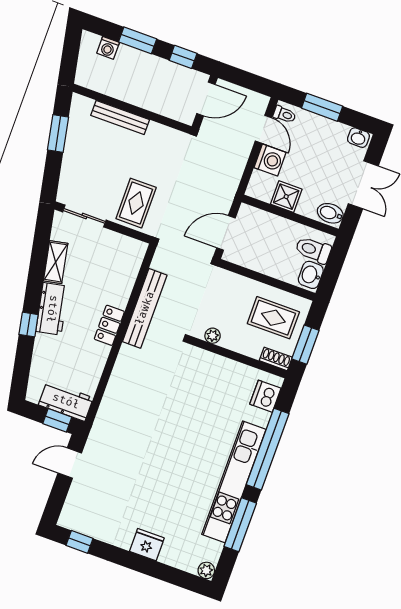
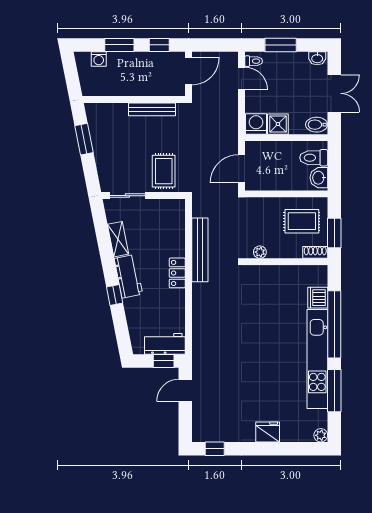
bench: (120, 117) -> (152, 109), moved
washing machine: (270, 160) -> (256, 124), moved, turned -90
dishwasher: (265, 396) -> (318, 298), moved

